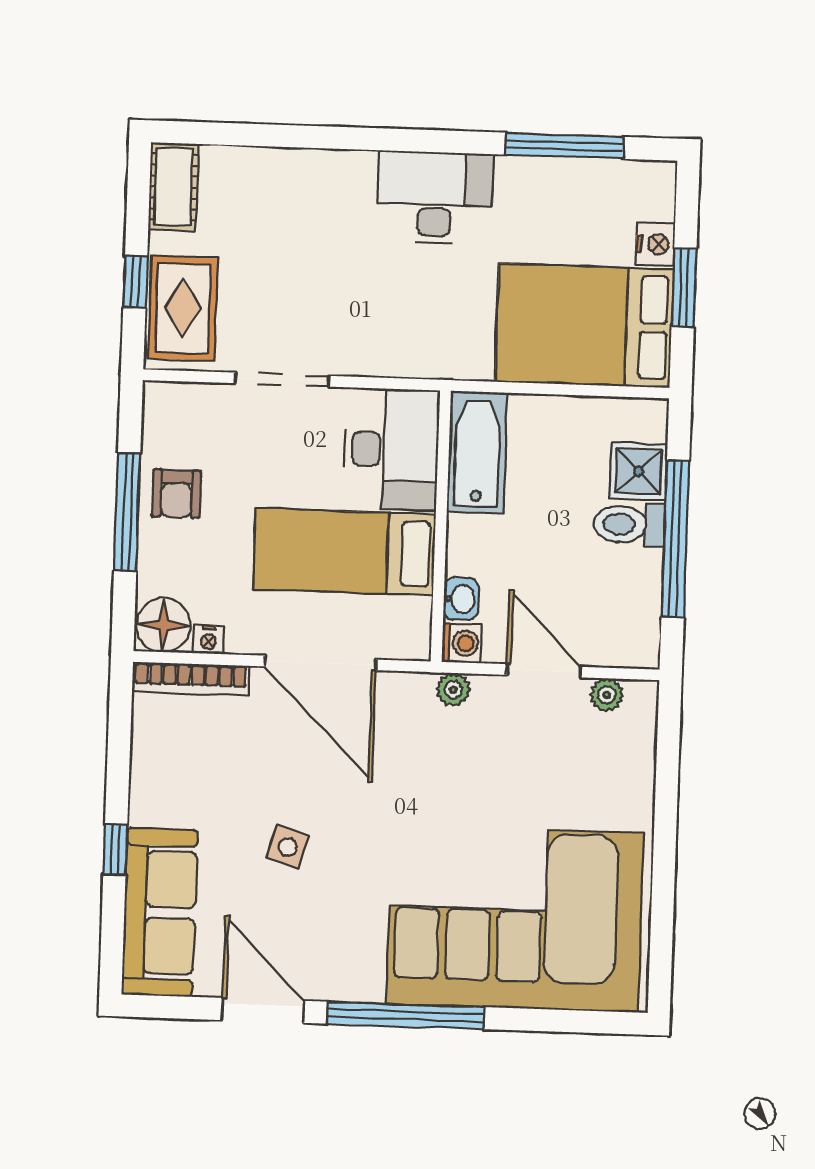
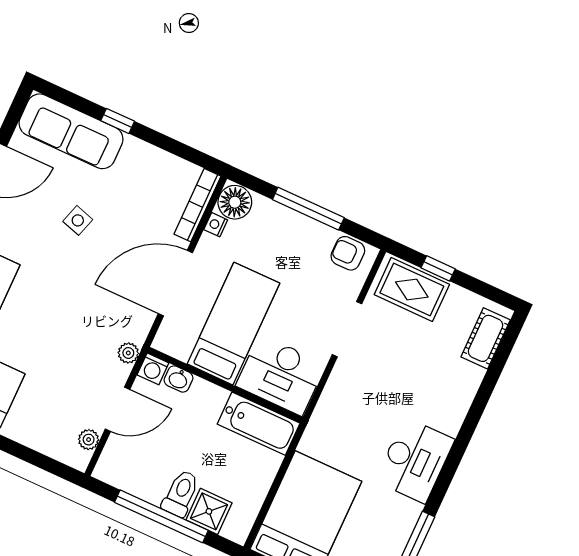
cot: (173, 187) -> (486, 338), moved, turned 90
armchair: (177, 494) -> (348, 253), moved

